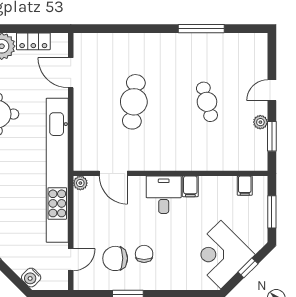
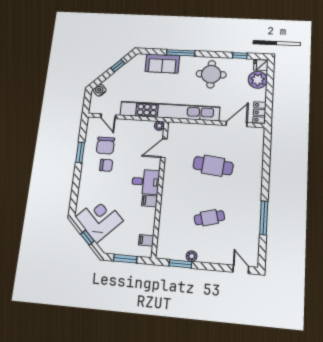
locker: (33, 41) -> (259, 112), moved
door: (272, 90) -> (241, 269), moved
chair: (115, 258) -> (105, 146), turned 180

